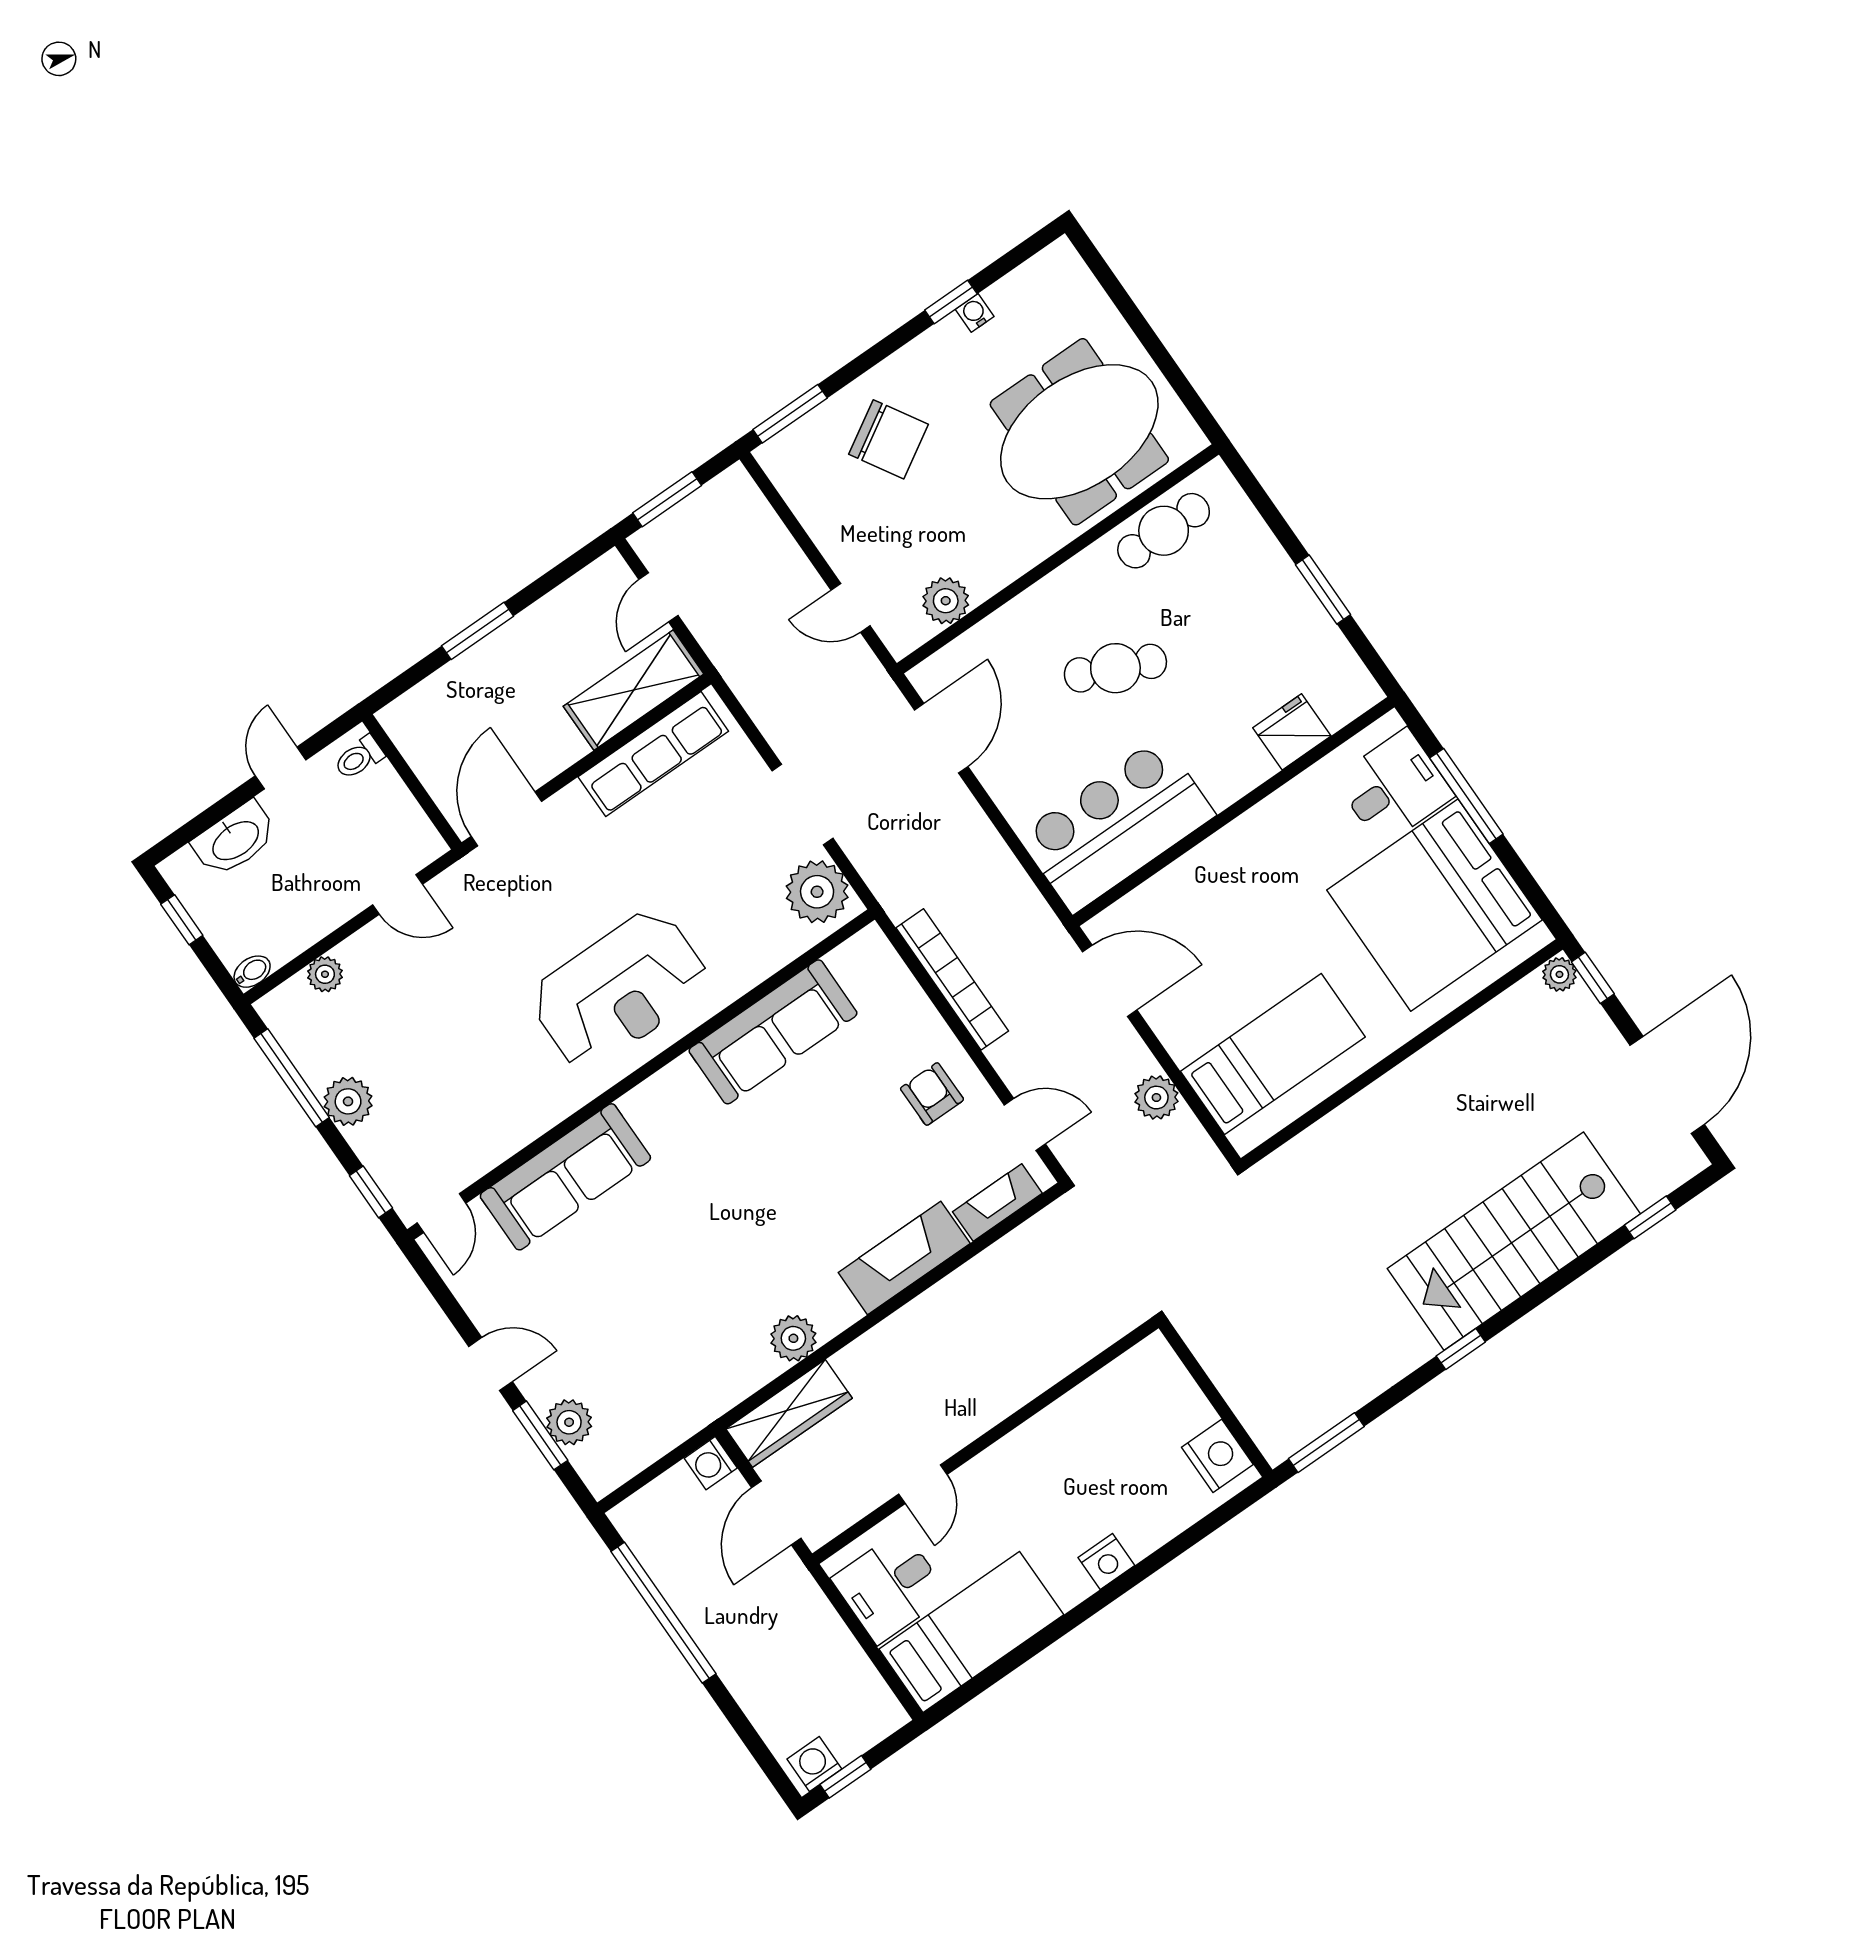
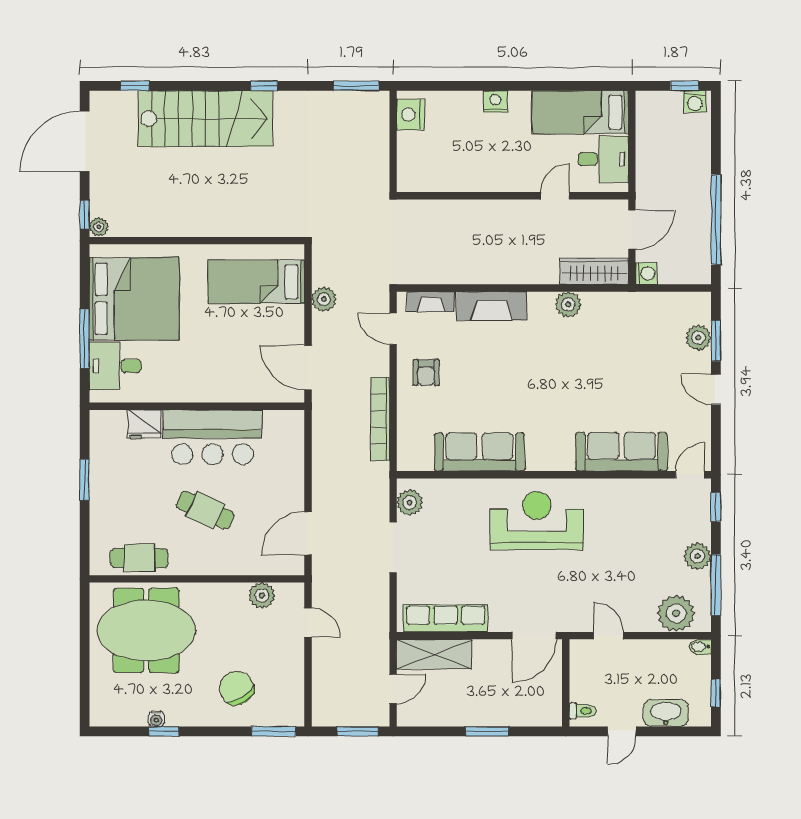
bar counter: (1117, 825) -> (213, 437), moved
plant: (817, 892) -> (410, 503), width x0.73, depth x0.73
plant: (325, 974) -> (676, 613), width x1.88, depth x1.88

